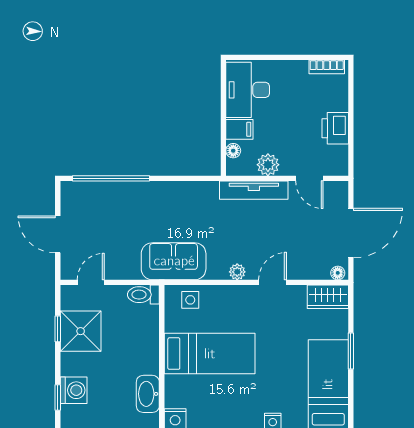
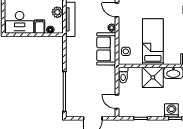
sofa: (174, 261) -> (106, 49), moved
shower: (81, 331) -> (153, 77), moved

